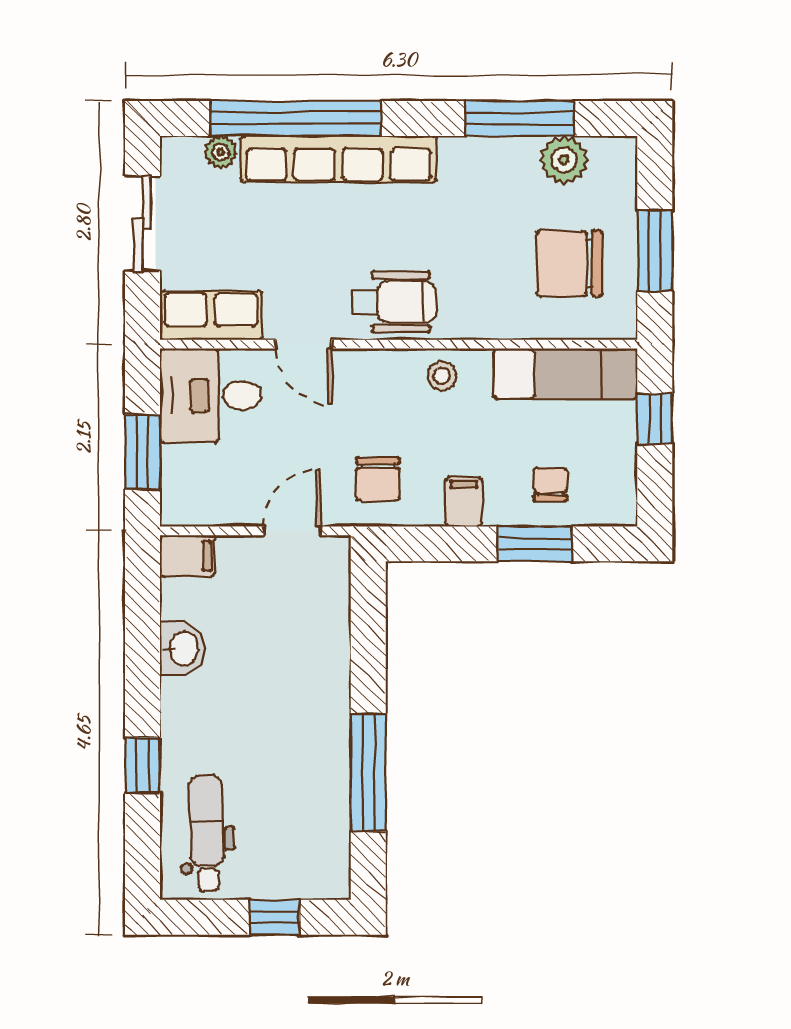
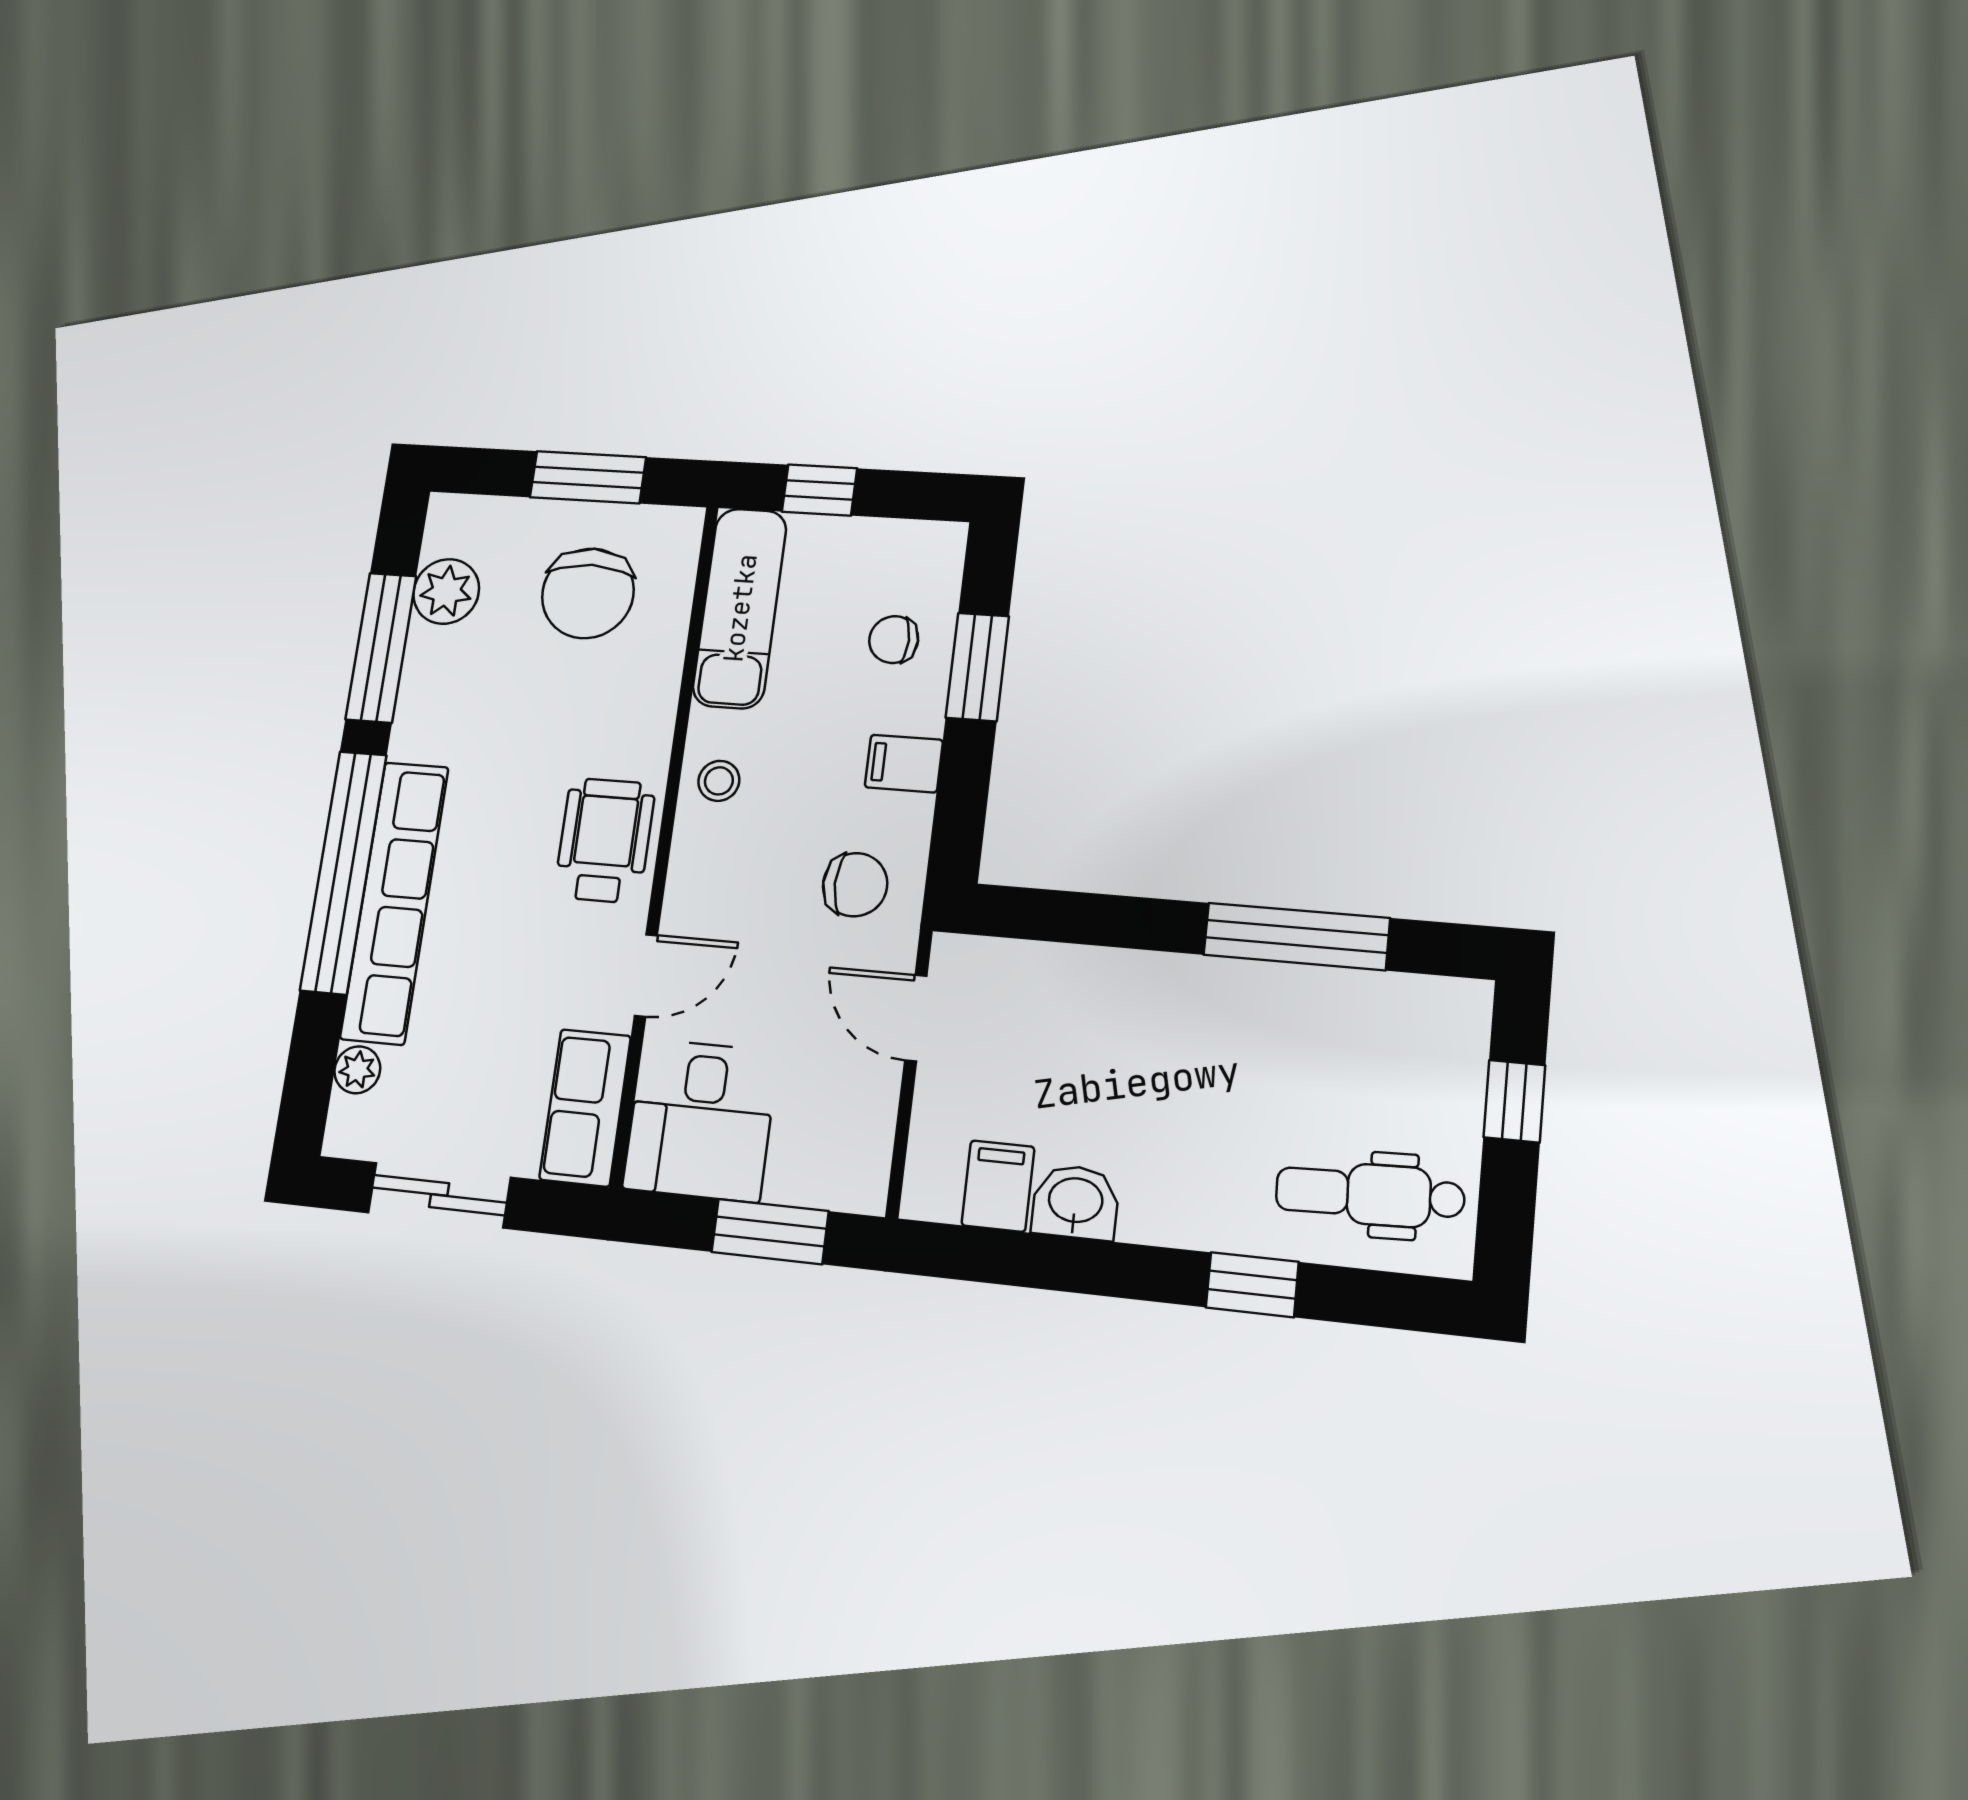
window: (296, 118) -> (343, 872), moved
filing cabinet: (188, 556) -> (998, 1186), moved

